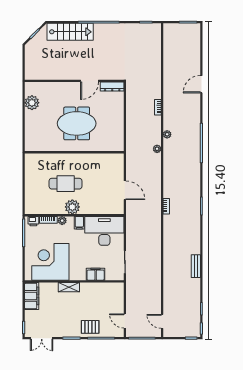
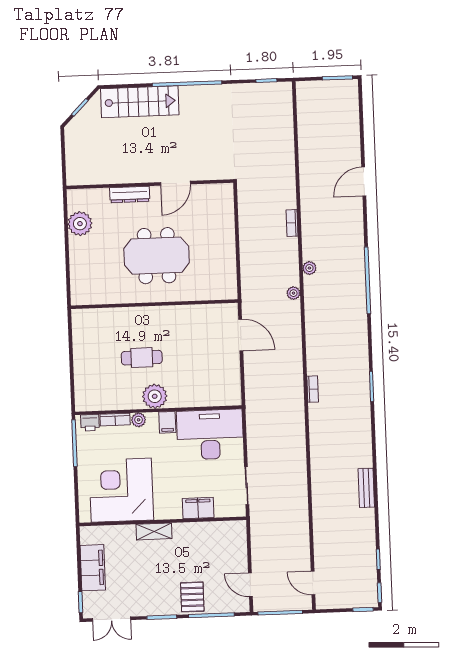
dresser: (112, 87) -> (130, 195), moved
cafe table: (66, 184) -> (142, 358), width x0.73, depth x0.74
door: (125, 190) -> (241, 335), moved
filing cabinet: (32, 296) -> (93, 568), moved
pallet: (90, 327) -> (192, 597), turned 90

